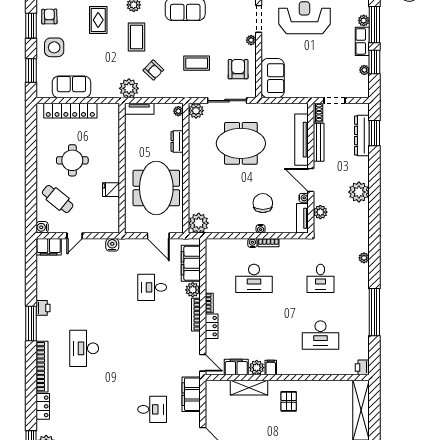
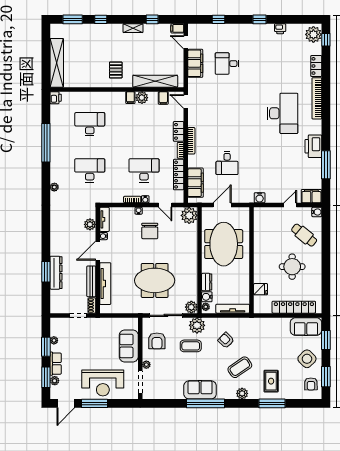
window: (374, 25) -> (46, 377), width x0.69
coffee table: (136, 37) -> (240, 367), turned 56
side table: (54, 47) -> (307, 359), turned 45
sofa: (273, 78) -> (129, 346), moved
sofa: (71, 87) -> (306, 327), moved
plant: (129, 88) -> (197, 325), moved
tv unit: (139, 109) -> (233, 309), width x1.41
water cooler: (177, 123) -> (207, 297), added
window: (374, 133) -> (46, 272), moved
dresser: (362, 135) -> (56, 273), moved
door: (311, 180) -> (98, 251), swing flipped
fridge: (111, 190) -> (261, 289), moved
plant: (359, 192) -> (58, 241), removed
chair: (263, 203) -> (150, 231), moved
door: (158, 236) -> (222, 205), hinge flipped
door: (228, 236) -> (165, 205), added
locker: (212, 273) -> (179, 175), added
desk: (320, 278) -> (90, 170), width x1.37
desk: (152, 287) -> (227, 163), turned 90
plant: (193, 290) -> (194, 161), removed
printer: (43, 308) -> (313, 146), width x1.87, depth x1.48
window: (31, 323) -> (326, 165), moved
desk: (84, 348) -> (282, 113), width x1.36, depth x1.30
filing cabinet: (236, 367) -> (163, 98), width x0.50
shelving: (249, 388) -> (155, 81), width x1.47
filing cabinet: (191, 394) -> (195, 63), moved

